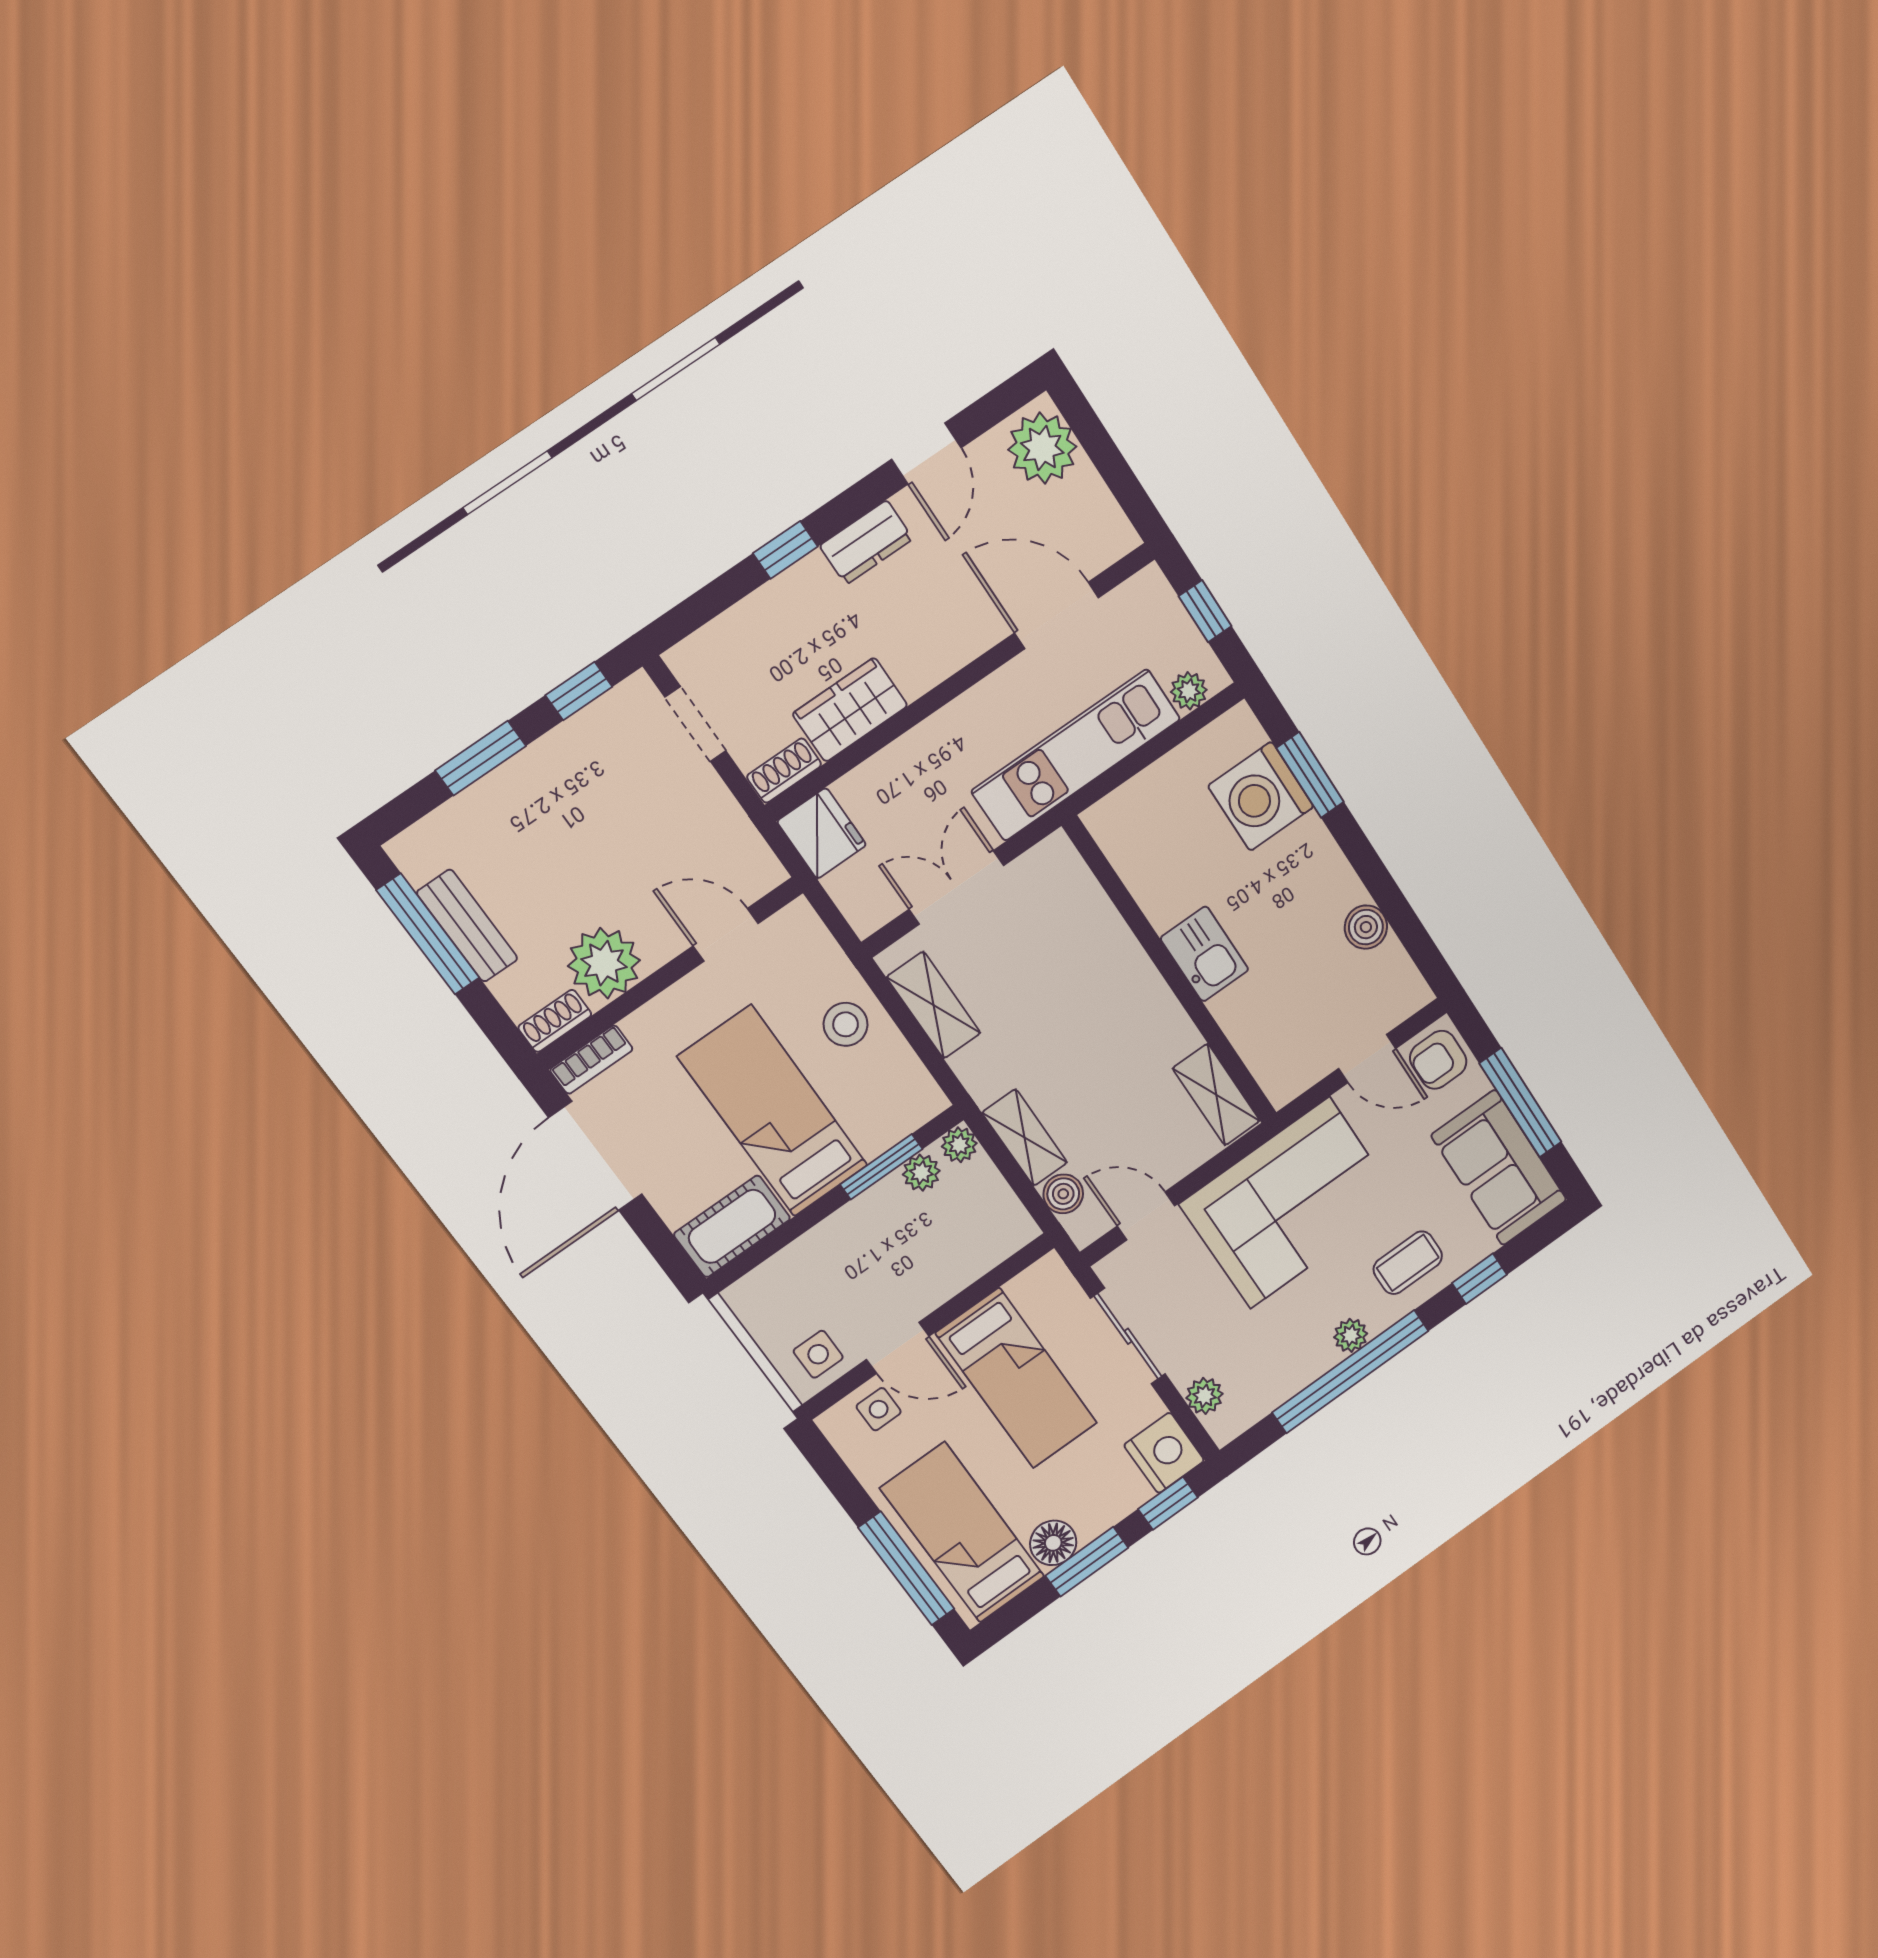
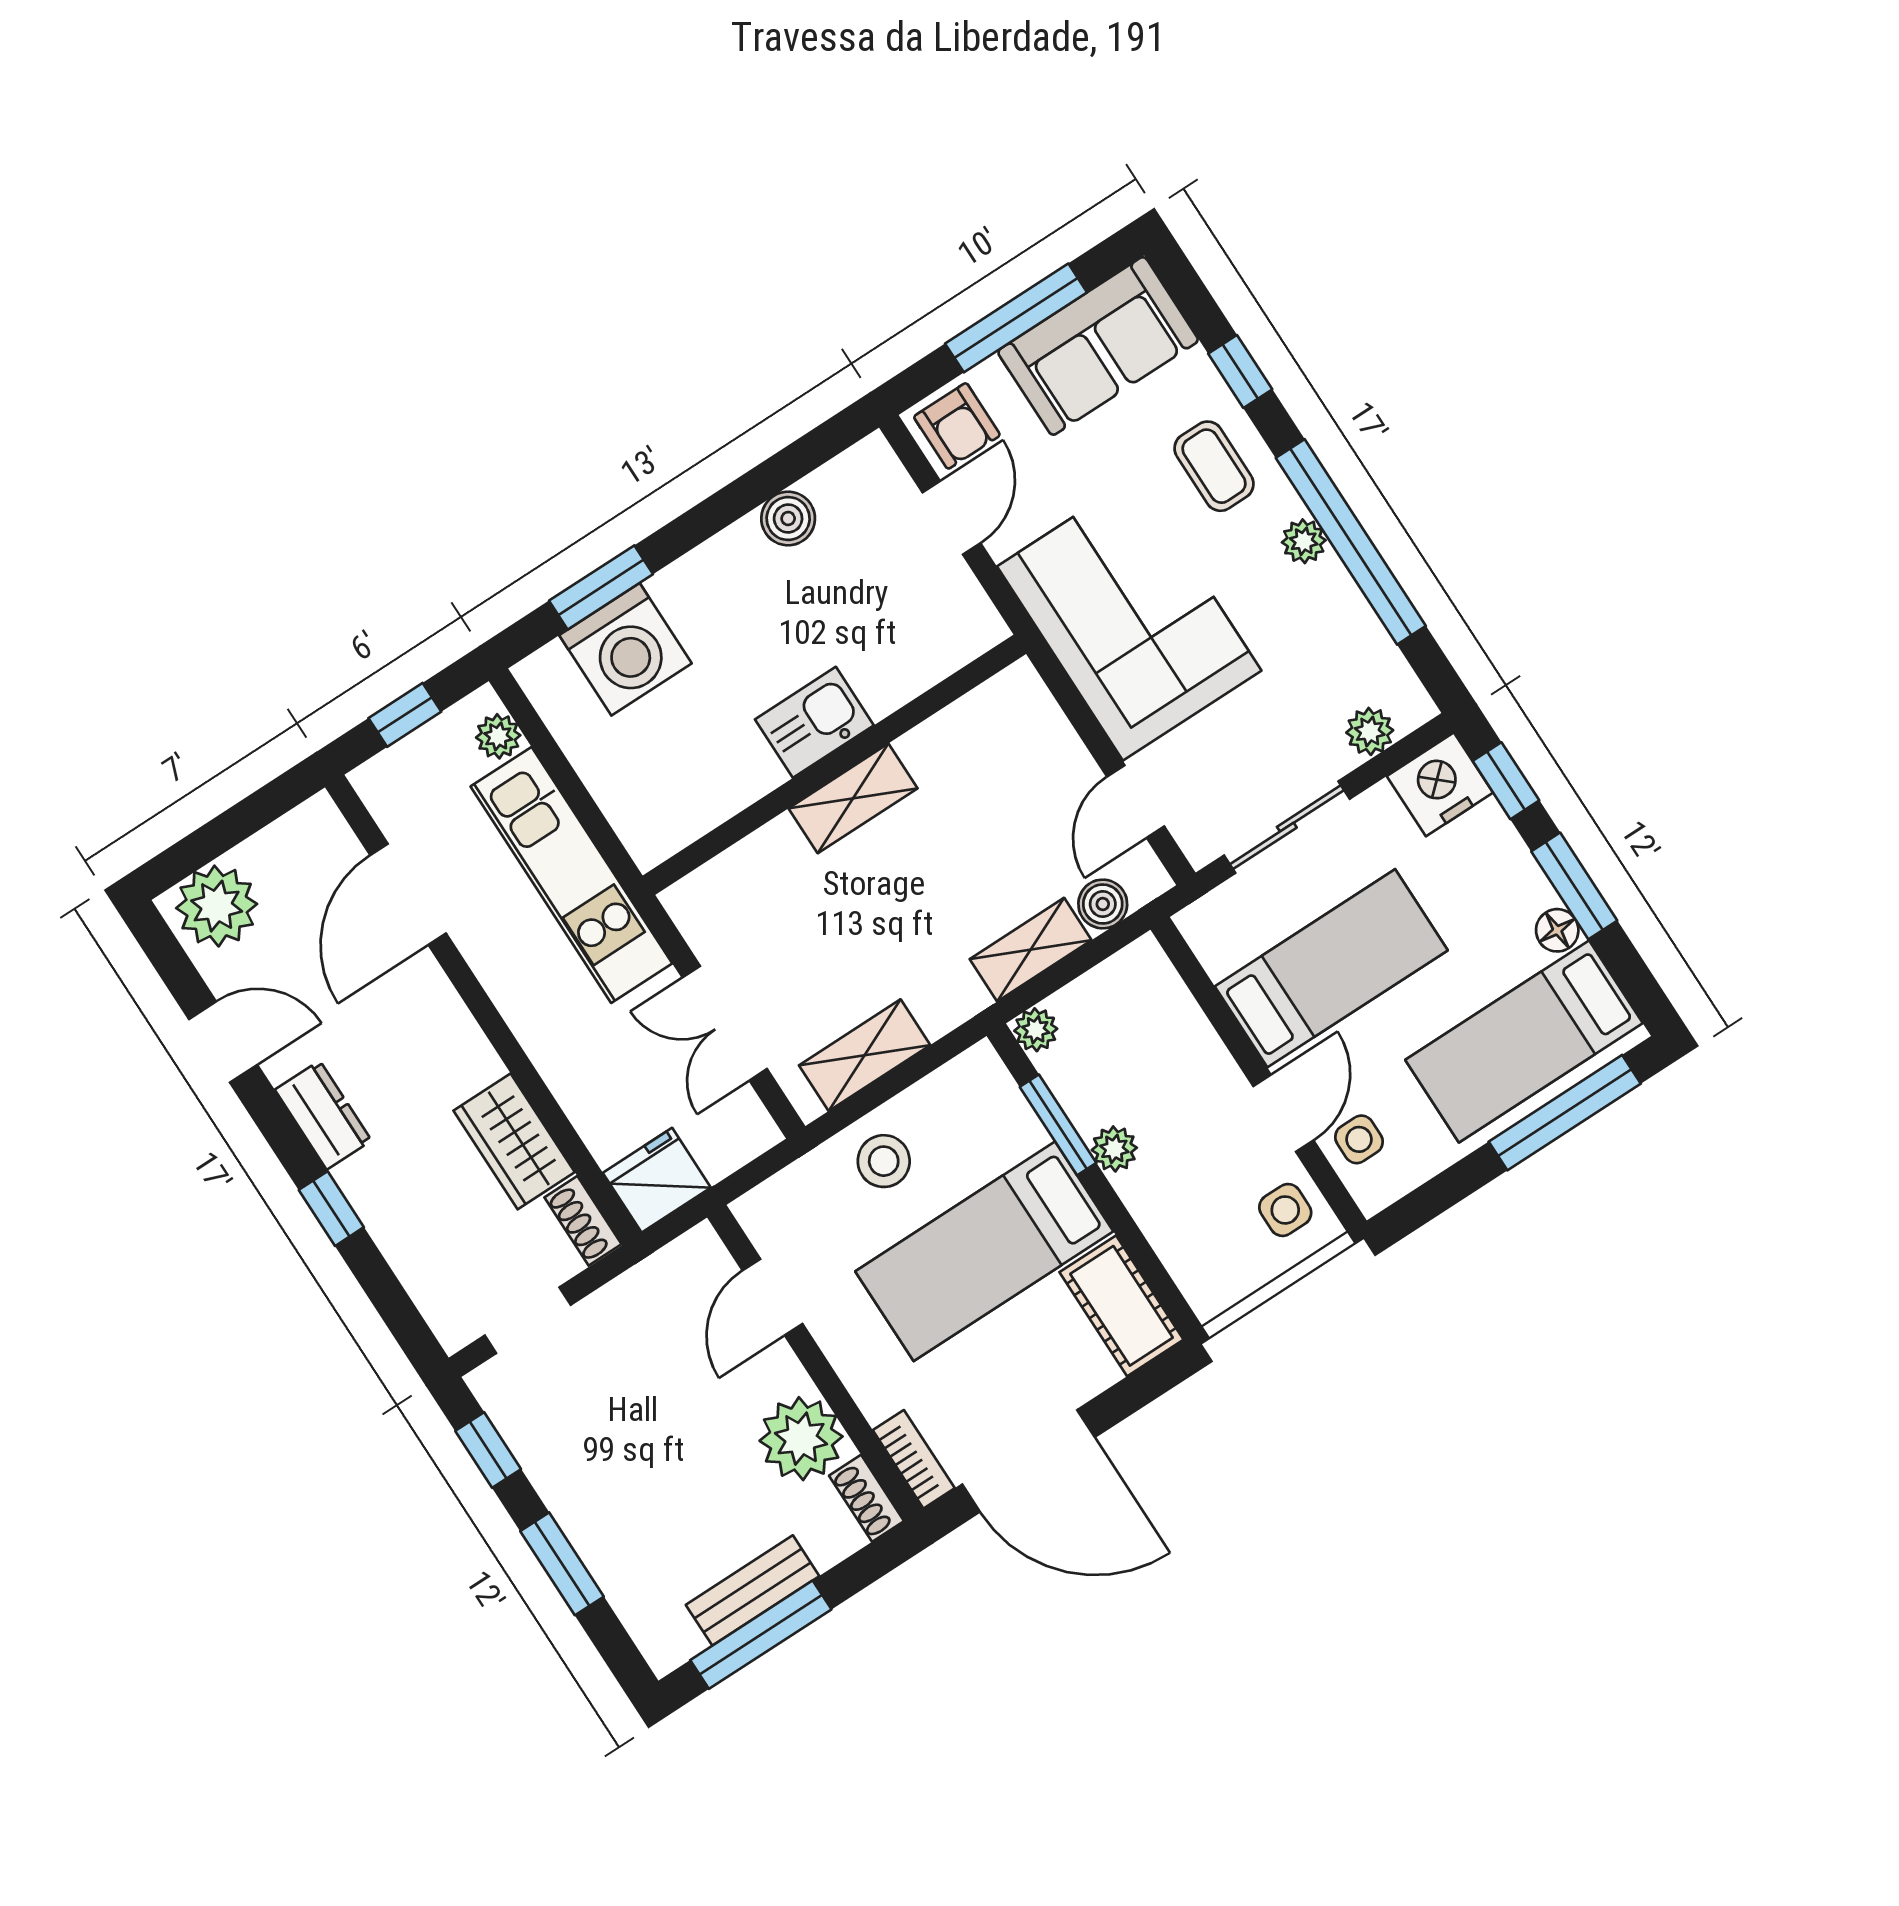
shelving: (1216, 1095) -> (853, 798), moved
plant: (921, 1173) -> (1114, 1149), moved
floor lamp: (1053, 1543) -> (1557, 930), width x0.73, depth x0.73

